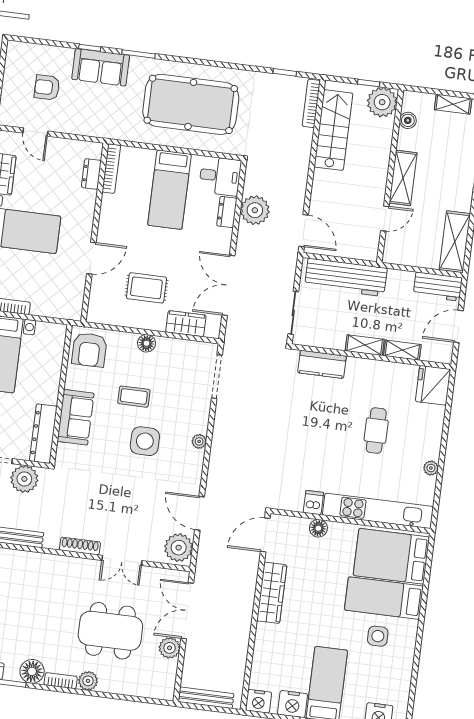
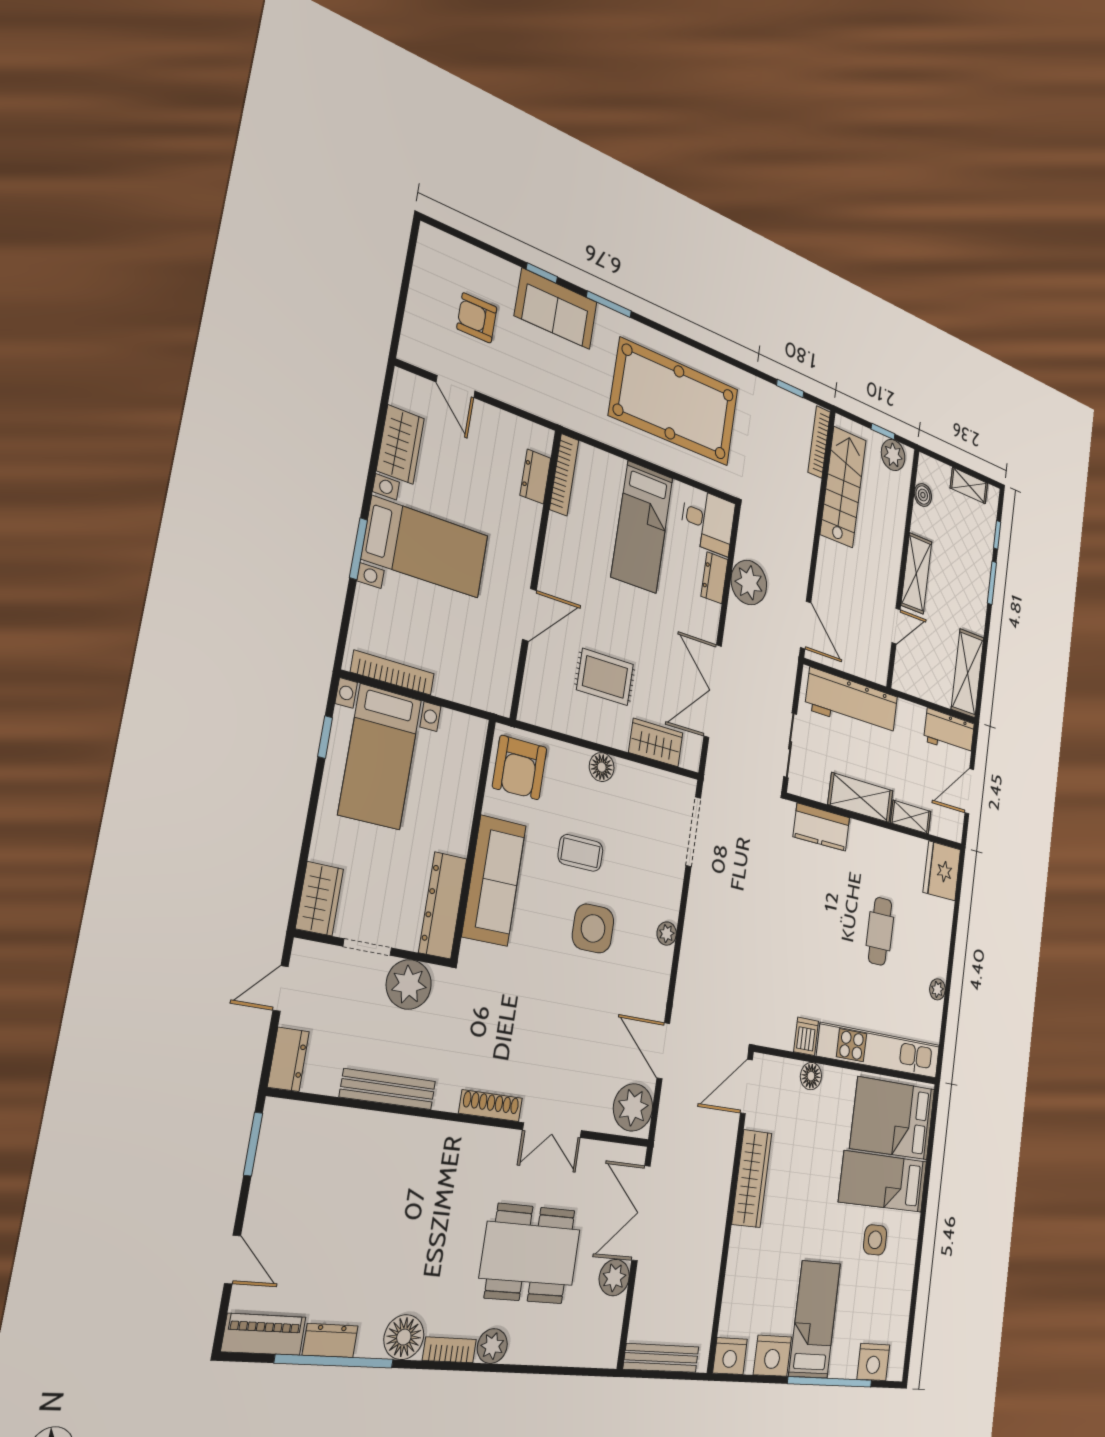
plant: (382, 102) -> (893, 455), width x0.73, depth x0.73
shelving: (365, 345) -> (861, 798), width x1.50, depth x1.33
sofa: (76, 417) -> (494, 881), width x1.36

